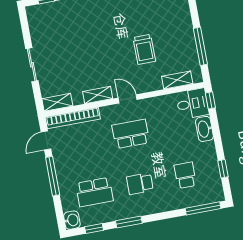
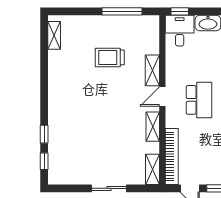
trolley: (144, 49) -> (110, 57), moved, turned 180
shelving: (177, 80) -> (152, 70), moved
school desk: (131, 134) -> (199, 100), turned 180

